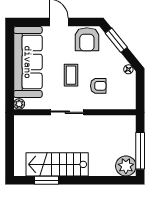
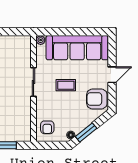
window: (116, 40) -> (86, 132), moved
armchair: (98, 86) -> (47, 127), moved

